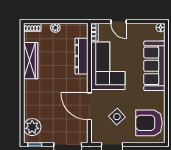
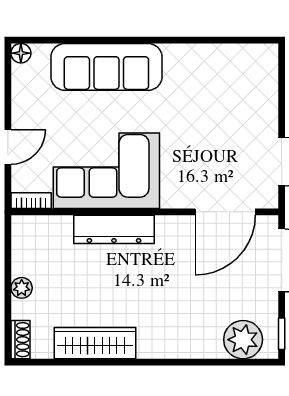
dresser: (82, 56) -> (114, 229), moved
door: (89, 106) -> (225, 212), moved
side table: (117, 117) -> (220, 150), removed
armchair: (149, 123) -> (234, 79), removed

